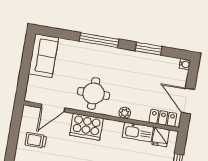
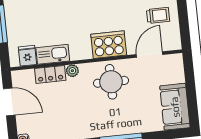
locker: (163, 118) -> (50, 74), moved

